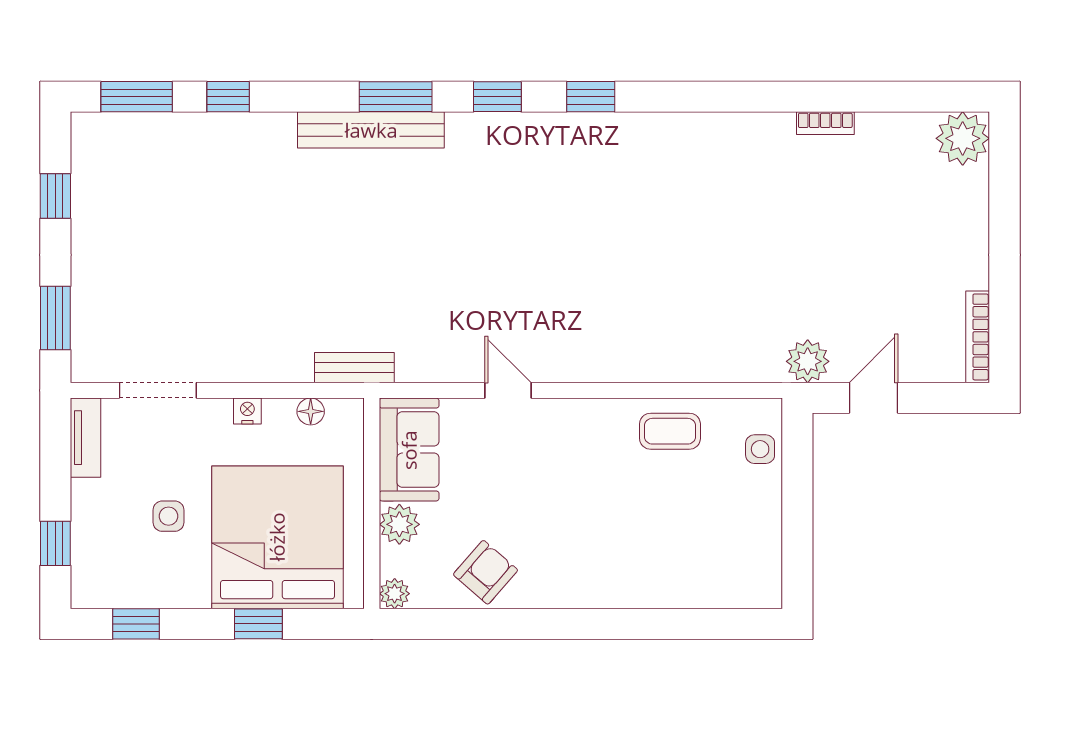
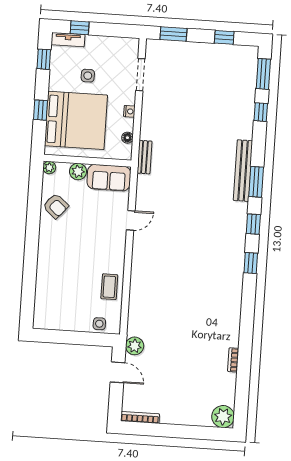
tv unit: (86, 438) -> (68, 40), moved

